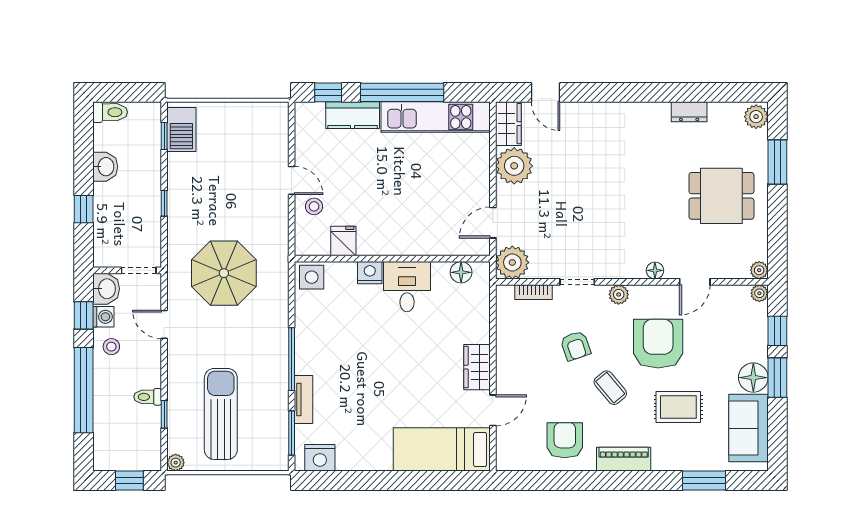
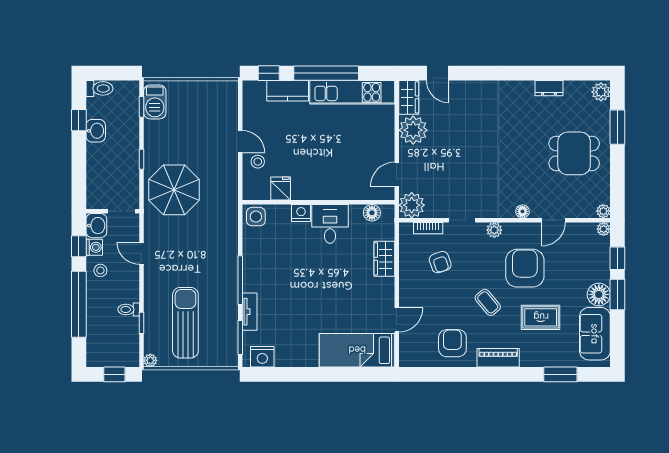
window: (84, 209) -> (79, 120), moved
parasol: (224, 273) -> (174, 190), moved
armchair: (576, 346) -> (440, 262), moved
wardrobe: (477, 367) -> (384, 259), moved

